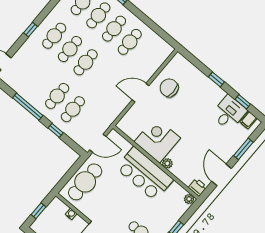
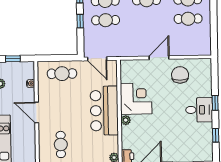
door: (141, 93) -> (159, 58), hinge flipped
desk: (229, 113) -> (199, 110), moved
filing cabinet: (248, 120) -> (206, 151), removed
cafe table: (85, 182) -> (62, 74), width x0.73, depth x0.74

